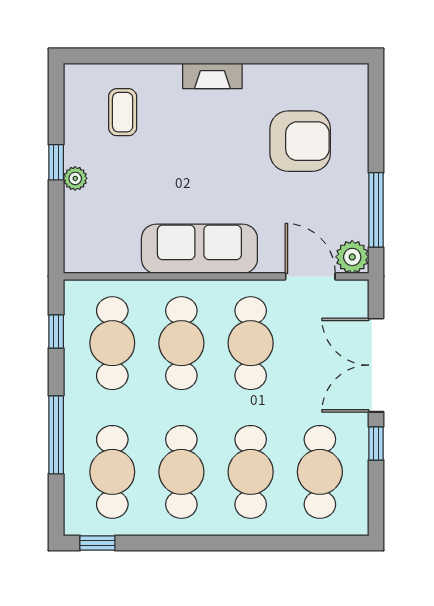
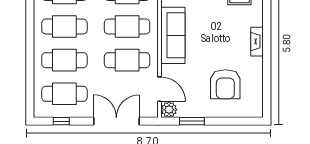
window: (376, 210) -> (192, 121), width x0.69
door: (310, 276) -> (160, 89), hinge flipped
window: (376, 443) -> (61, 121), moved

